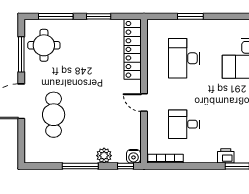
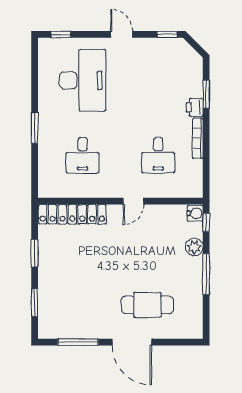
window: (56, 16) -> (35, 303), width x0.69
window: (190, 16) -> (35, 128), moved
round table: (44, 45) -> (68, 316), removed
desk: (184, 58) -> (83, 155), width x0.73
bookcase: (166, 159) -> (198, 138), moved

